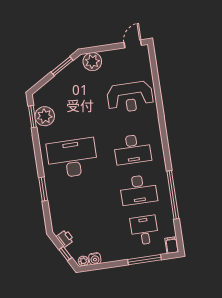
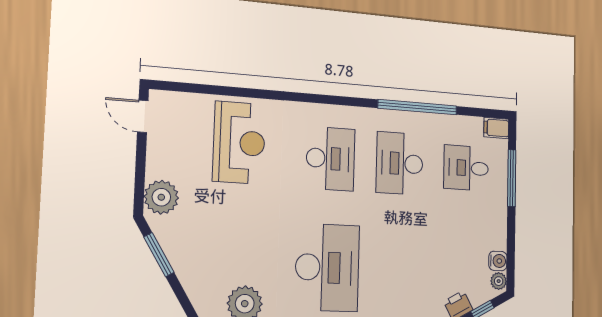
desk: (72, 158) -> (327, 268), turned 180
desk: (138, 190) -> (400, 163), turned 180

